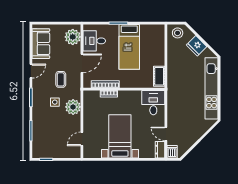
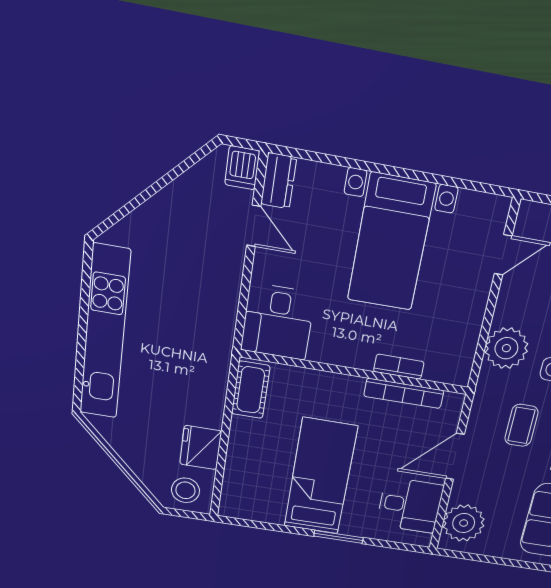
fridge: (197, 46) -> (201, 448), moved, turned -135

